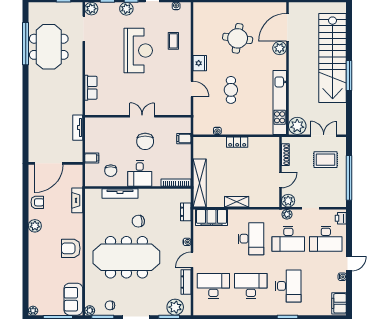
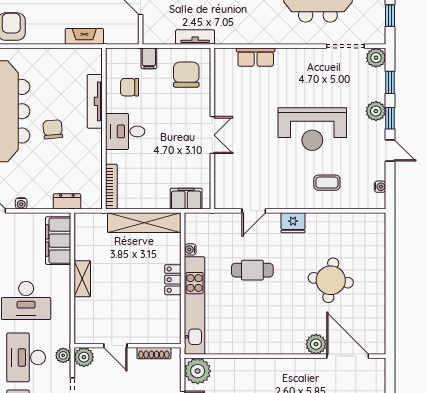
kitchen unit: (280, 102) -> (194, 305), moved, turned 90
filing cabinet: (184, 139) -> (186, 199), width x2.00
chair: (145, 141) -> (186, 75), moved, turned 90
shelving: (200, 183) -> (144, 223), moved

